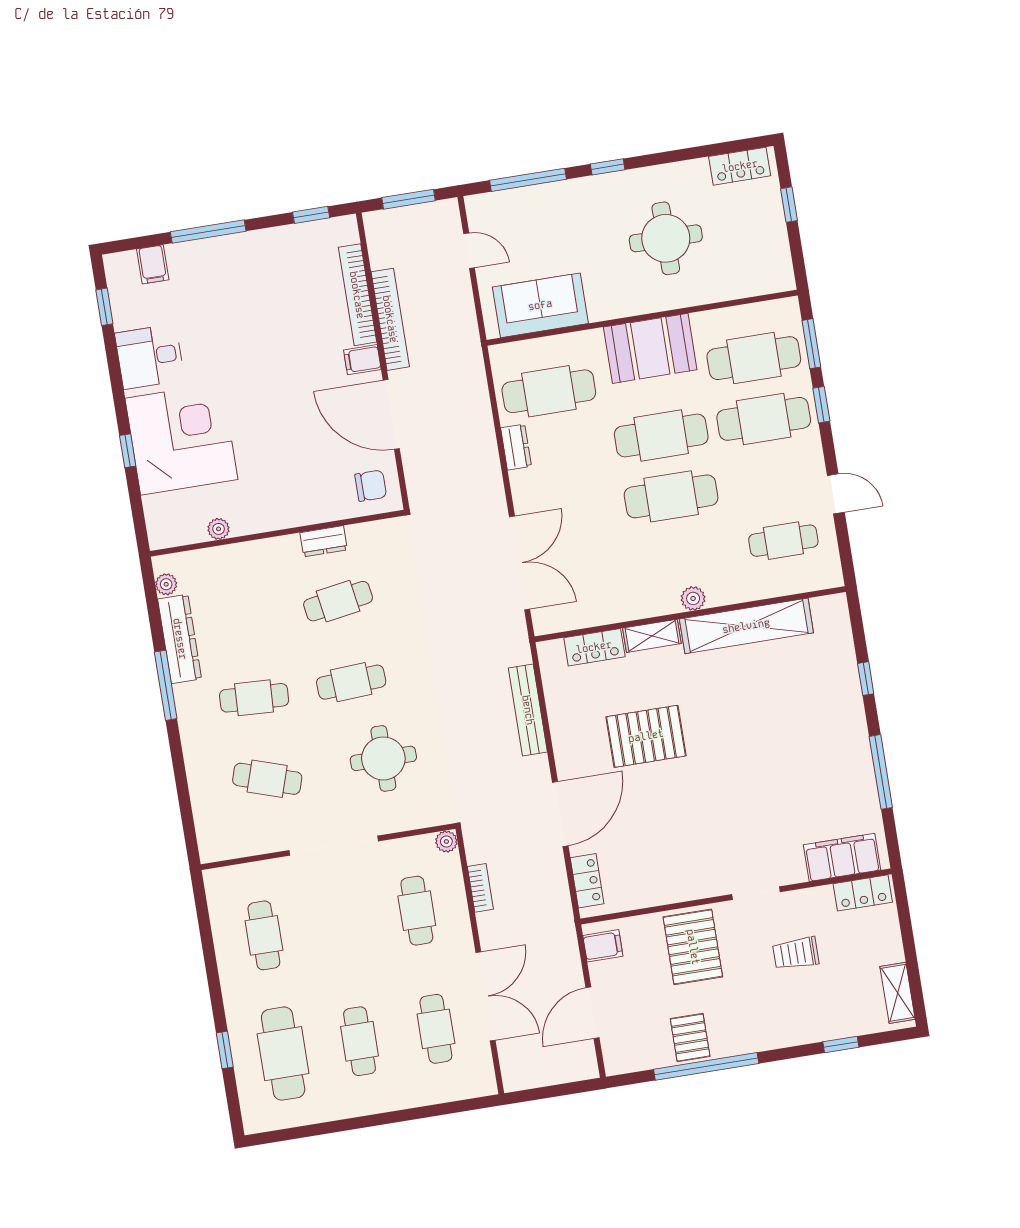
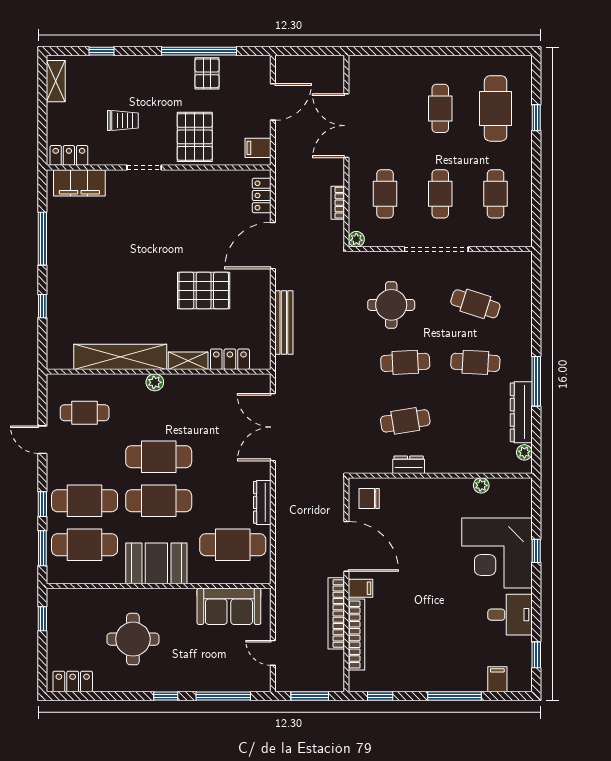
window: (789, 205) -> (42, 619), moved
dresser: (516, 447) -> (262, 502), width x1.44
cafe table: (436, 1029) -> (440, 194), moved

